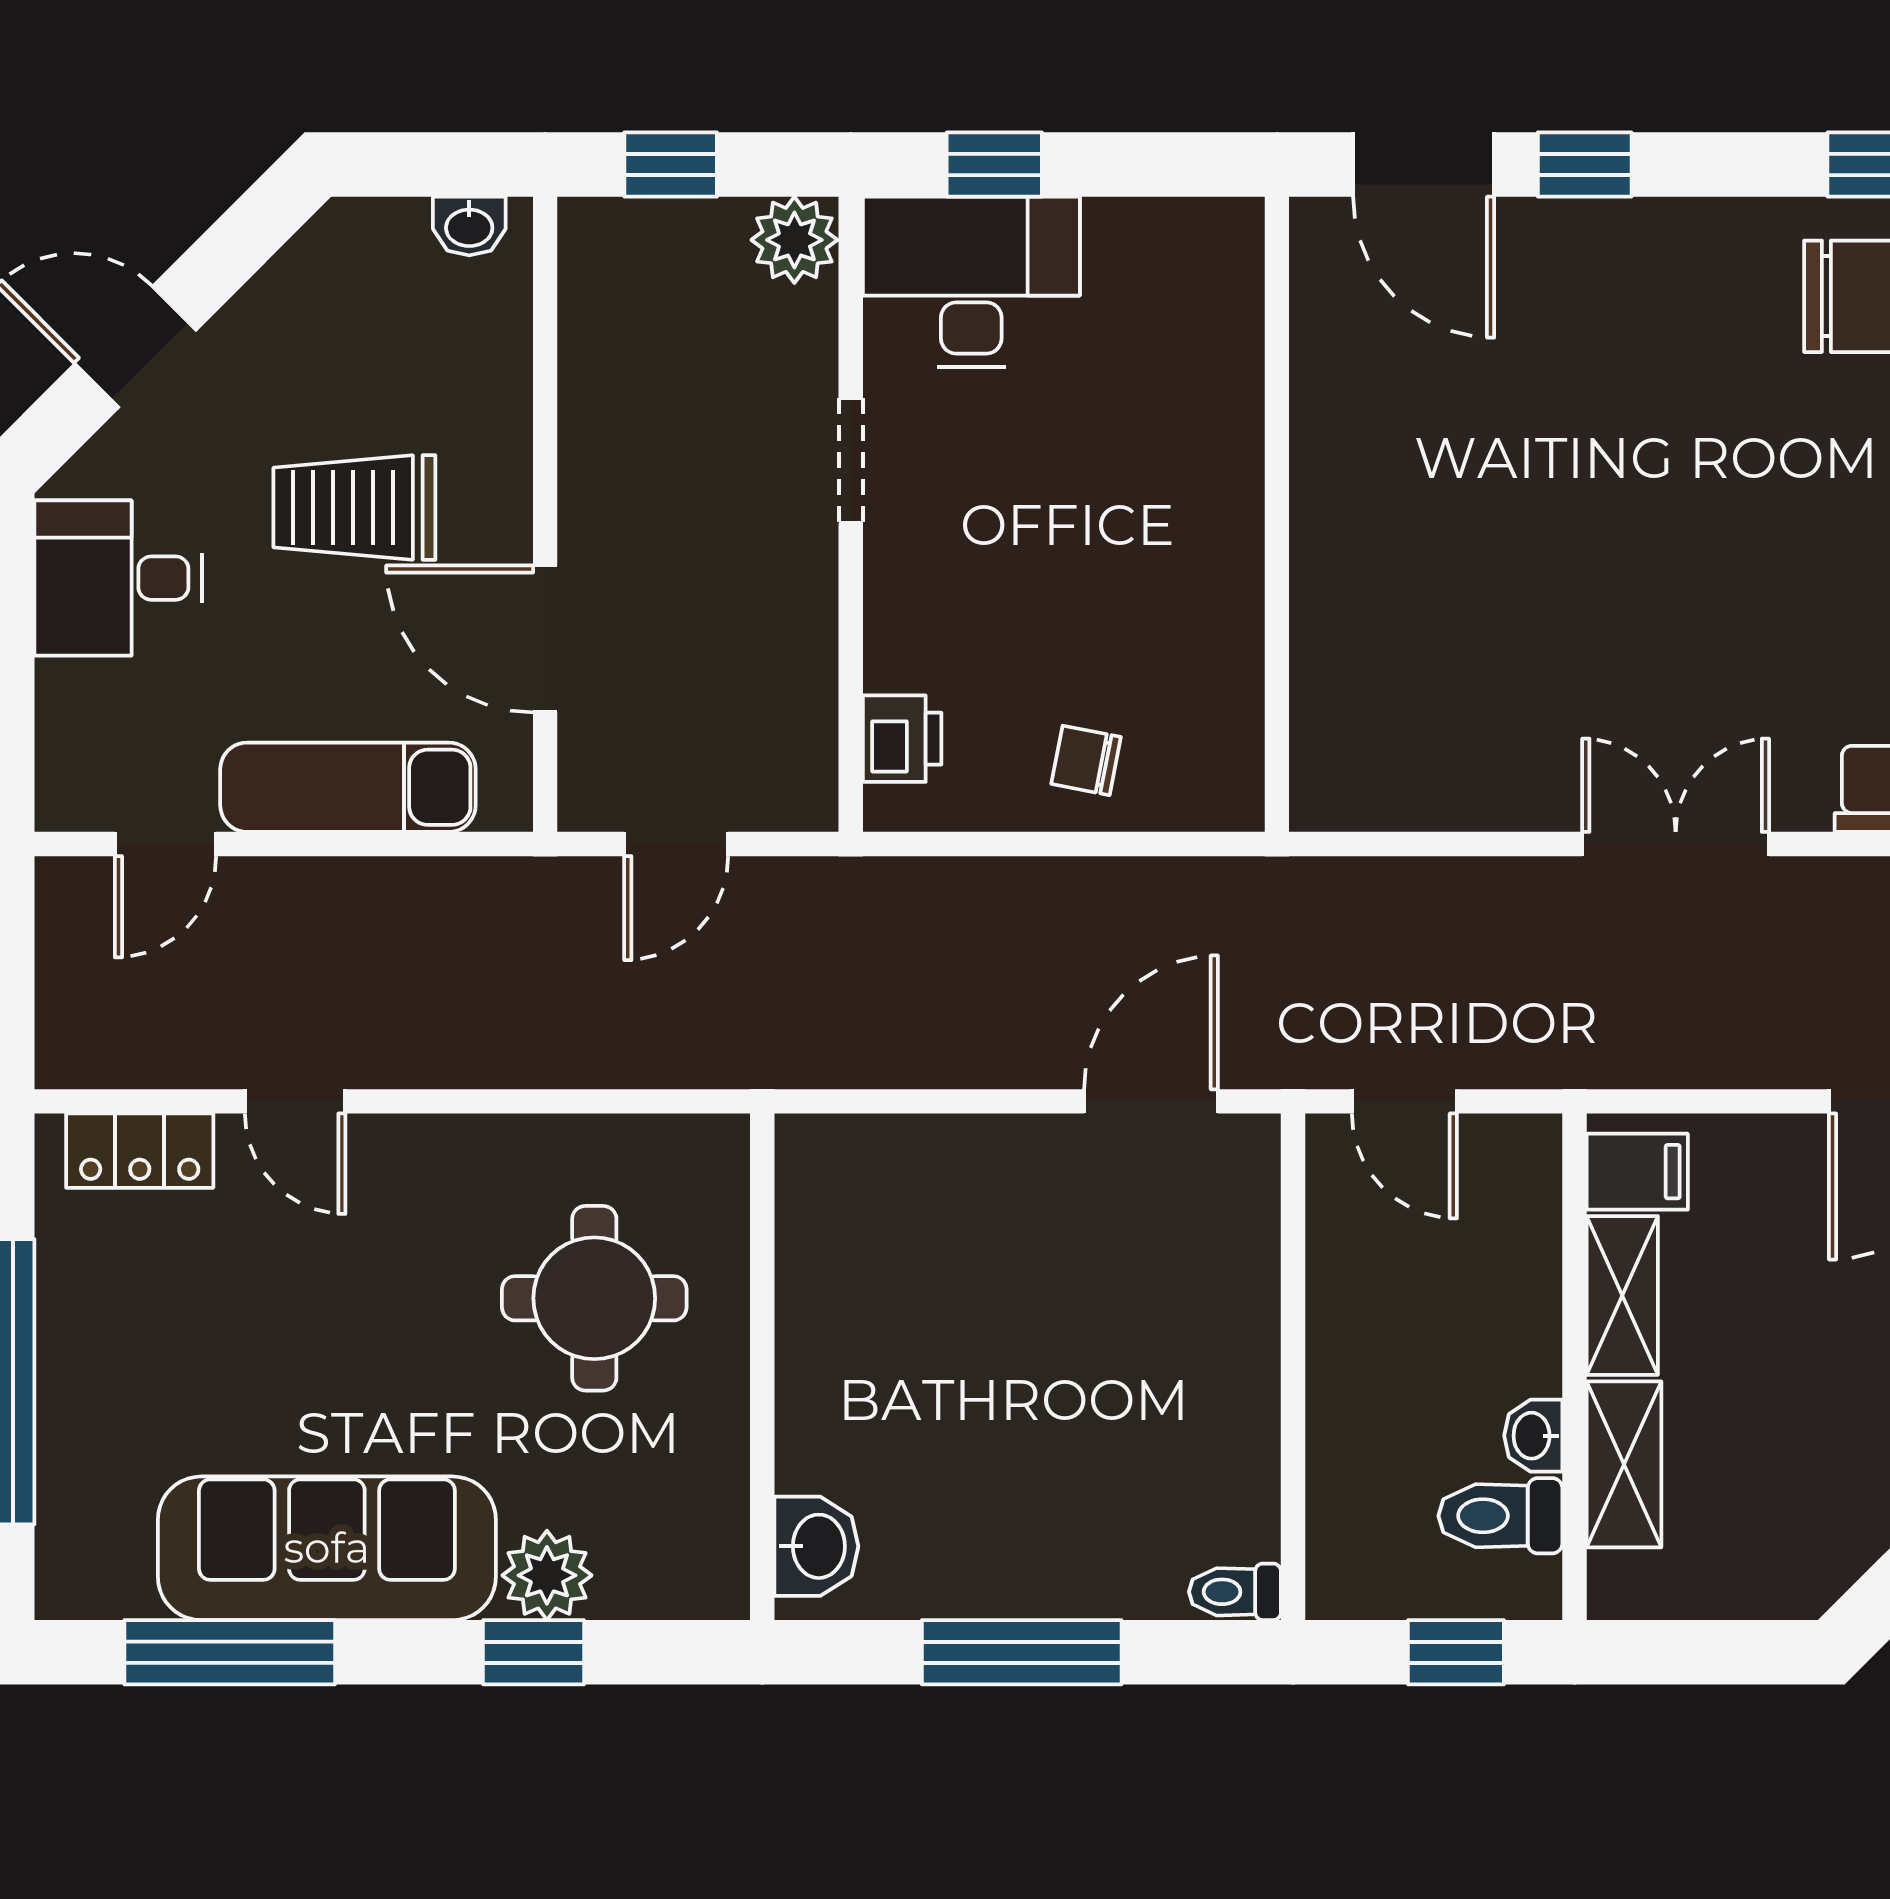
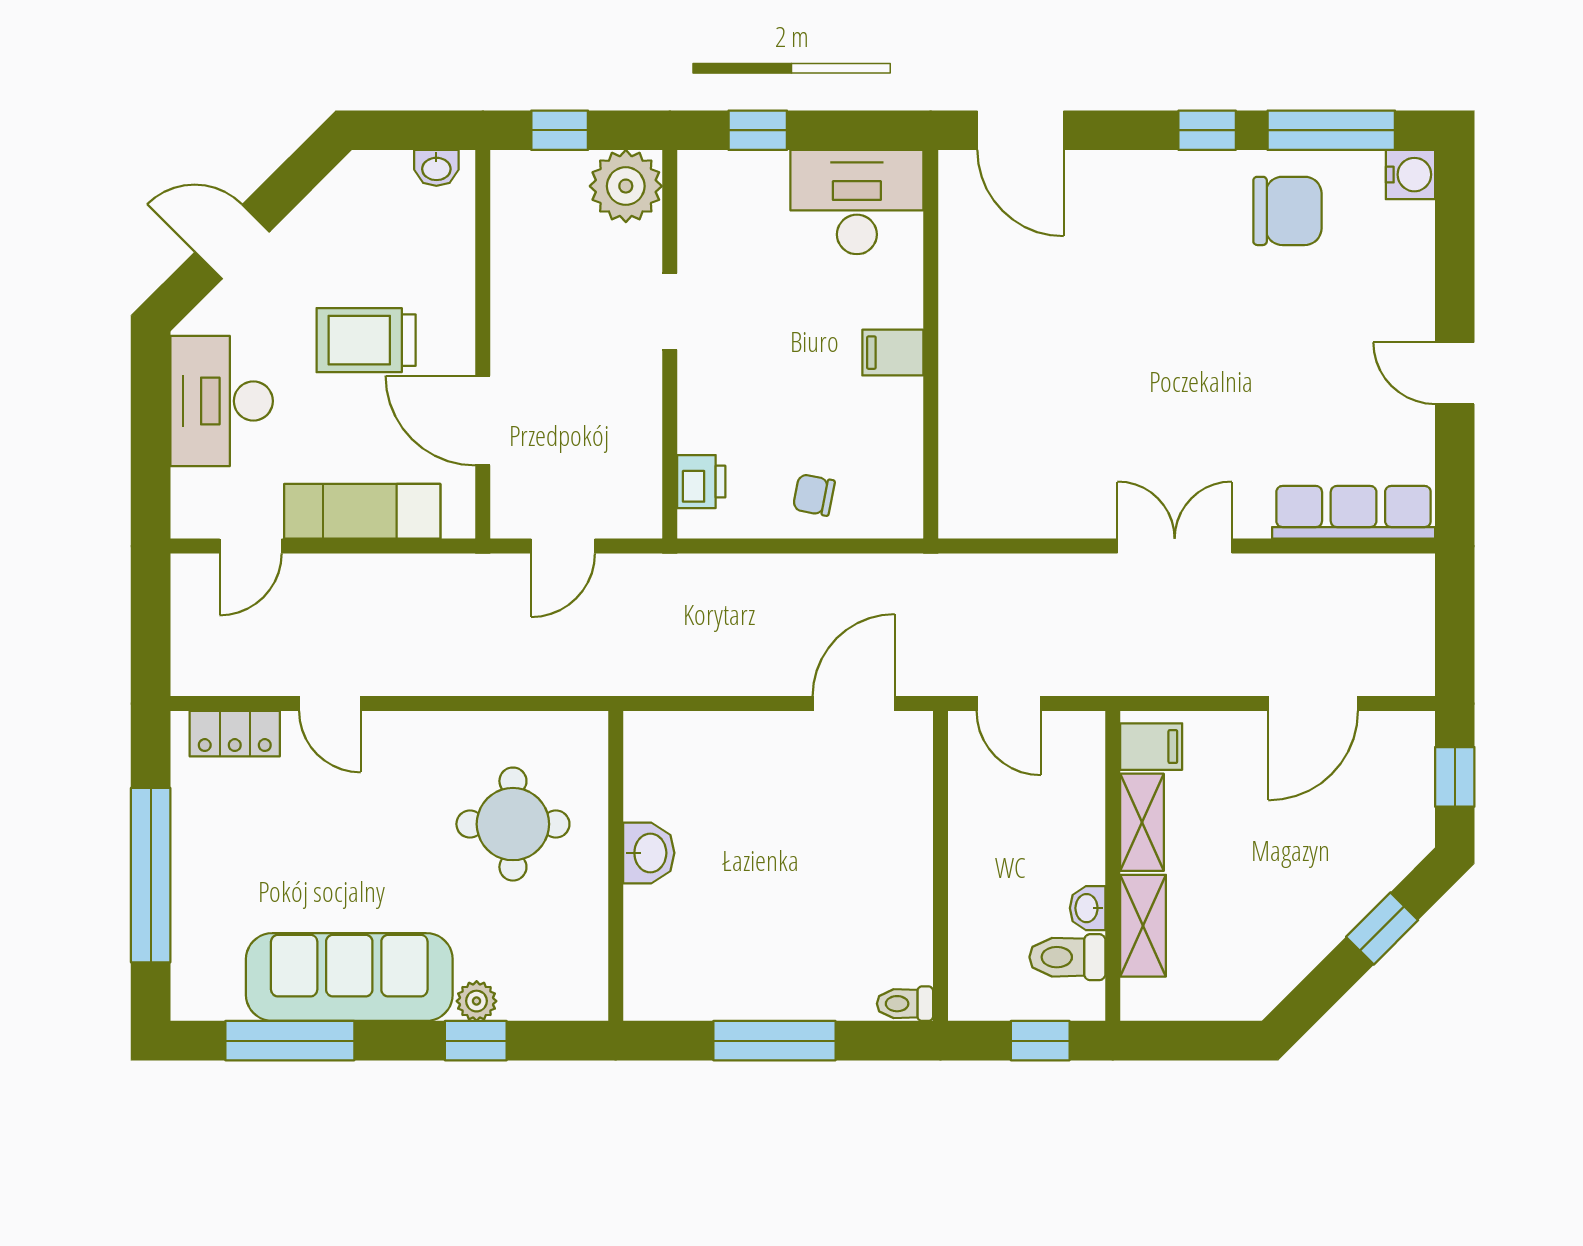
window: (1585, 165) -> (1207, 130), moved
plant: (794, 240) -> (626, 186), width x1.36, depth x1.36
desk: (971, 282) -> (857, 202), moved
filing cabinet: (1215, 528) -> (893, 353), added
desk: (118, 578) -> (222, 401), width x1.37
washbasin: (816, 1546) -> (649, 853), moved
plant: (547, 1575) -> (477, 1001), width x0.73, depth x0.73

